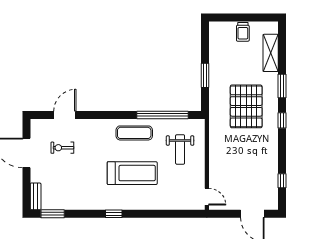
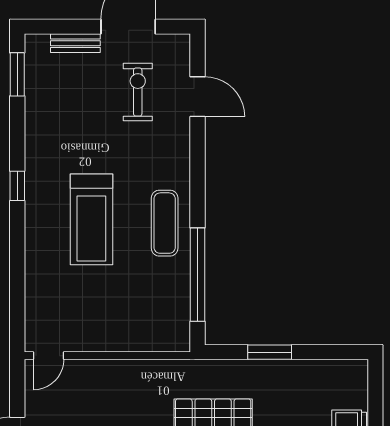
exercise bike: (62, 148) -> (138, 92), width x1.38, depth x1.39
weight bench: (180, 149) -> (135, 307), removed
bench: (36, 196) -> (75, 43), moved

